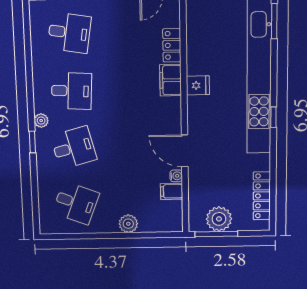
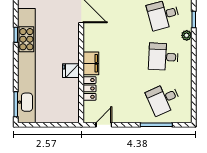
desk: (69, 33) -> (163, 99), turned -33
fridge: (198, 85) -> (71, 71), moved

